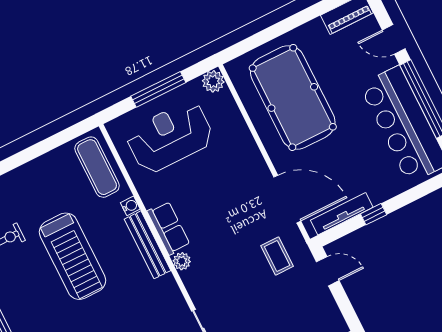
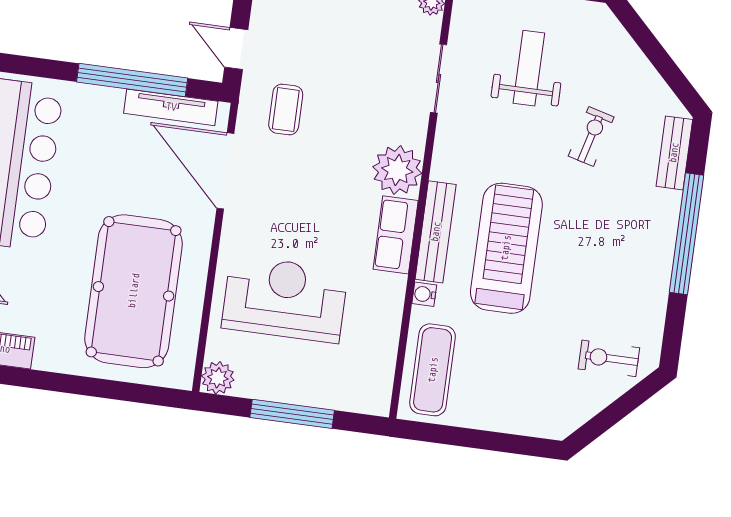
reception desk: (170, 137) -> (285, 299), moved, turned 180
window: (374, 214) -> (132, 80), width x3.17
treadmill: (72, 256) -> (506, 248), moved
plant: (182, 261) -> (397, 170), width x1.88, depth x1.88

